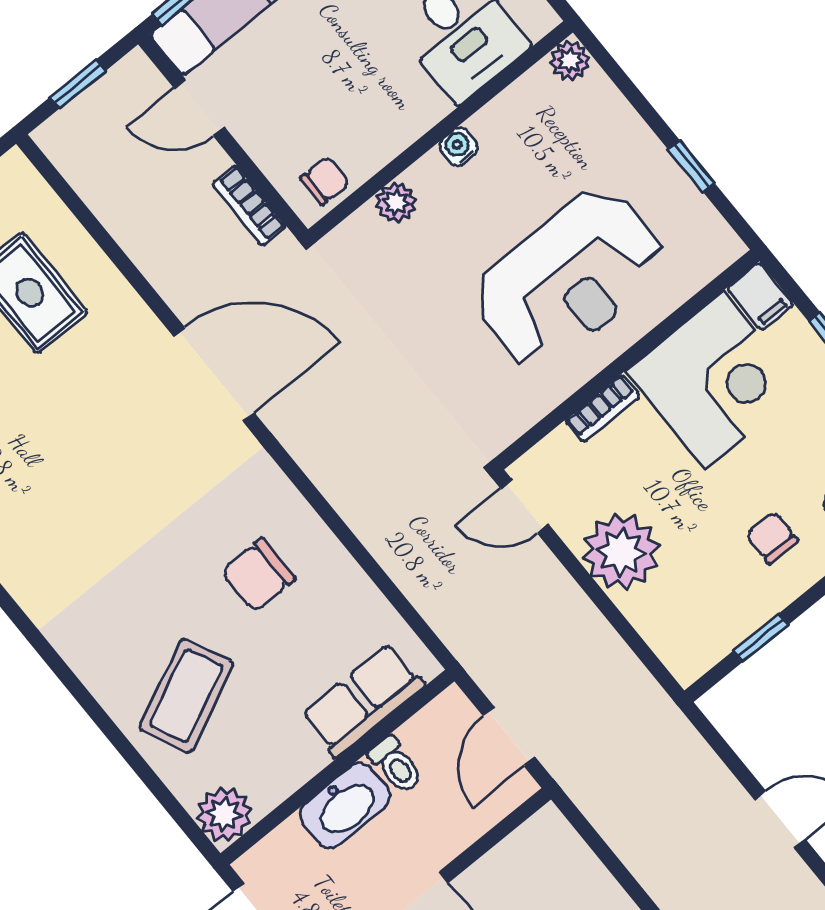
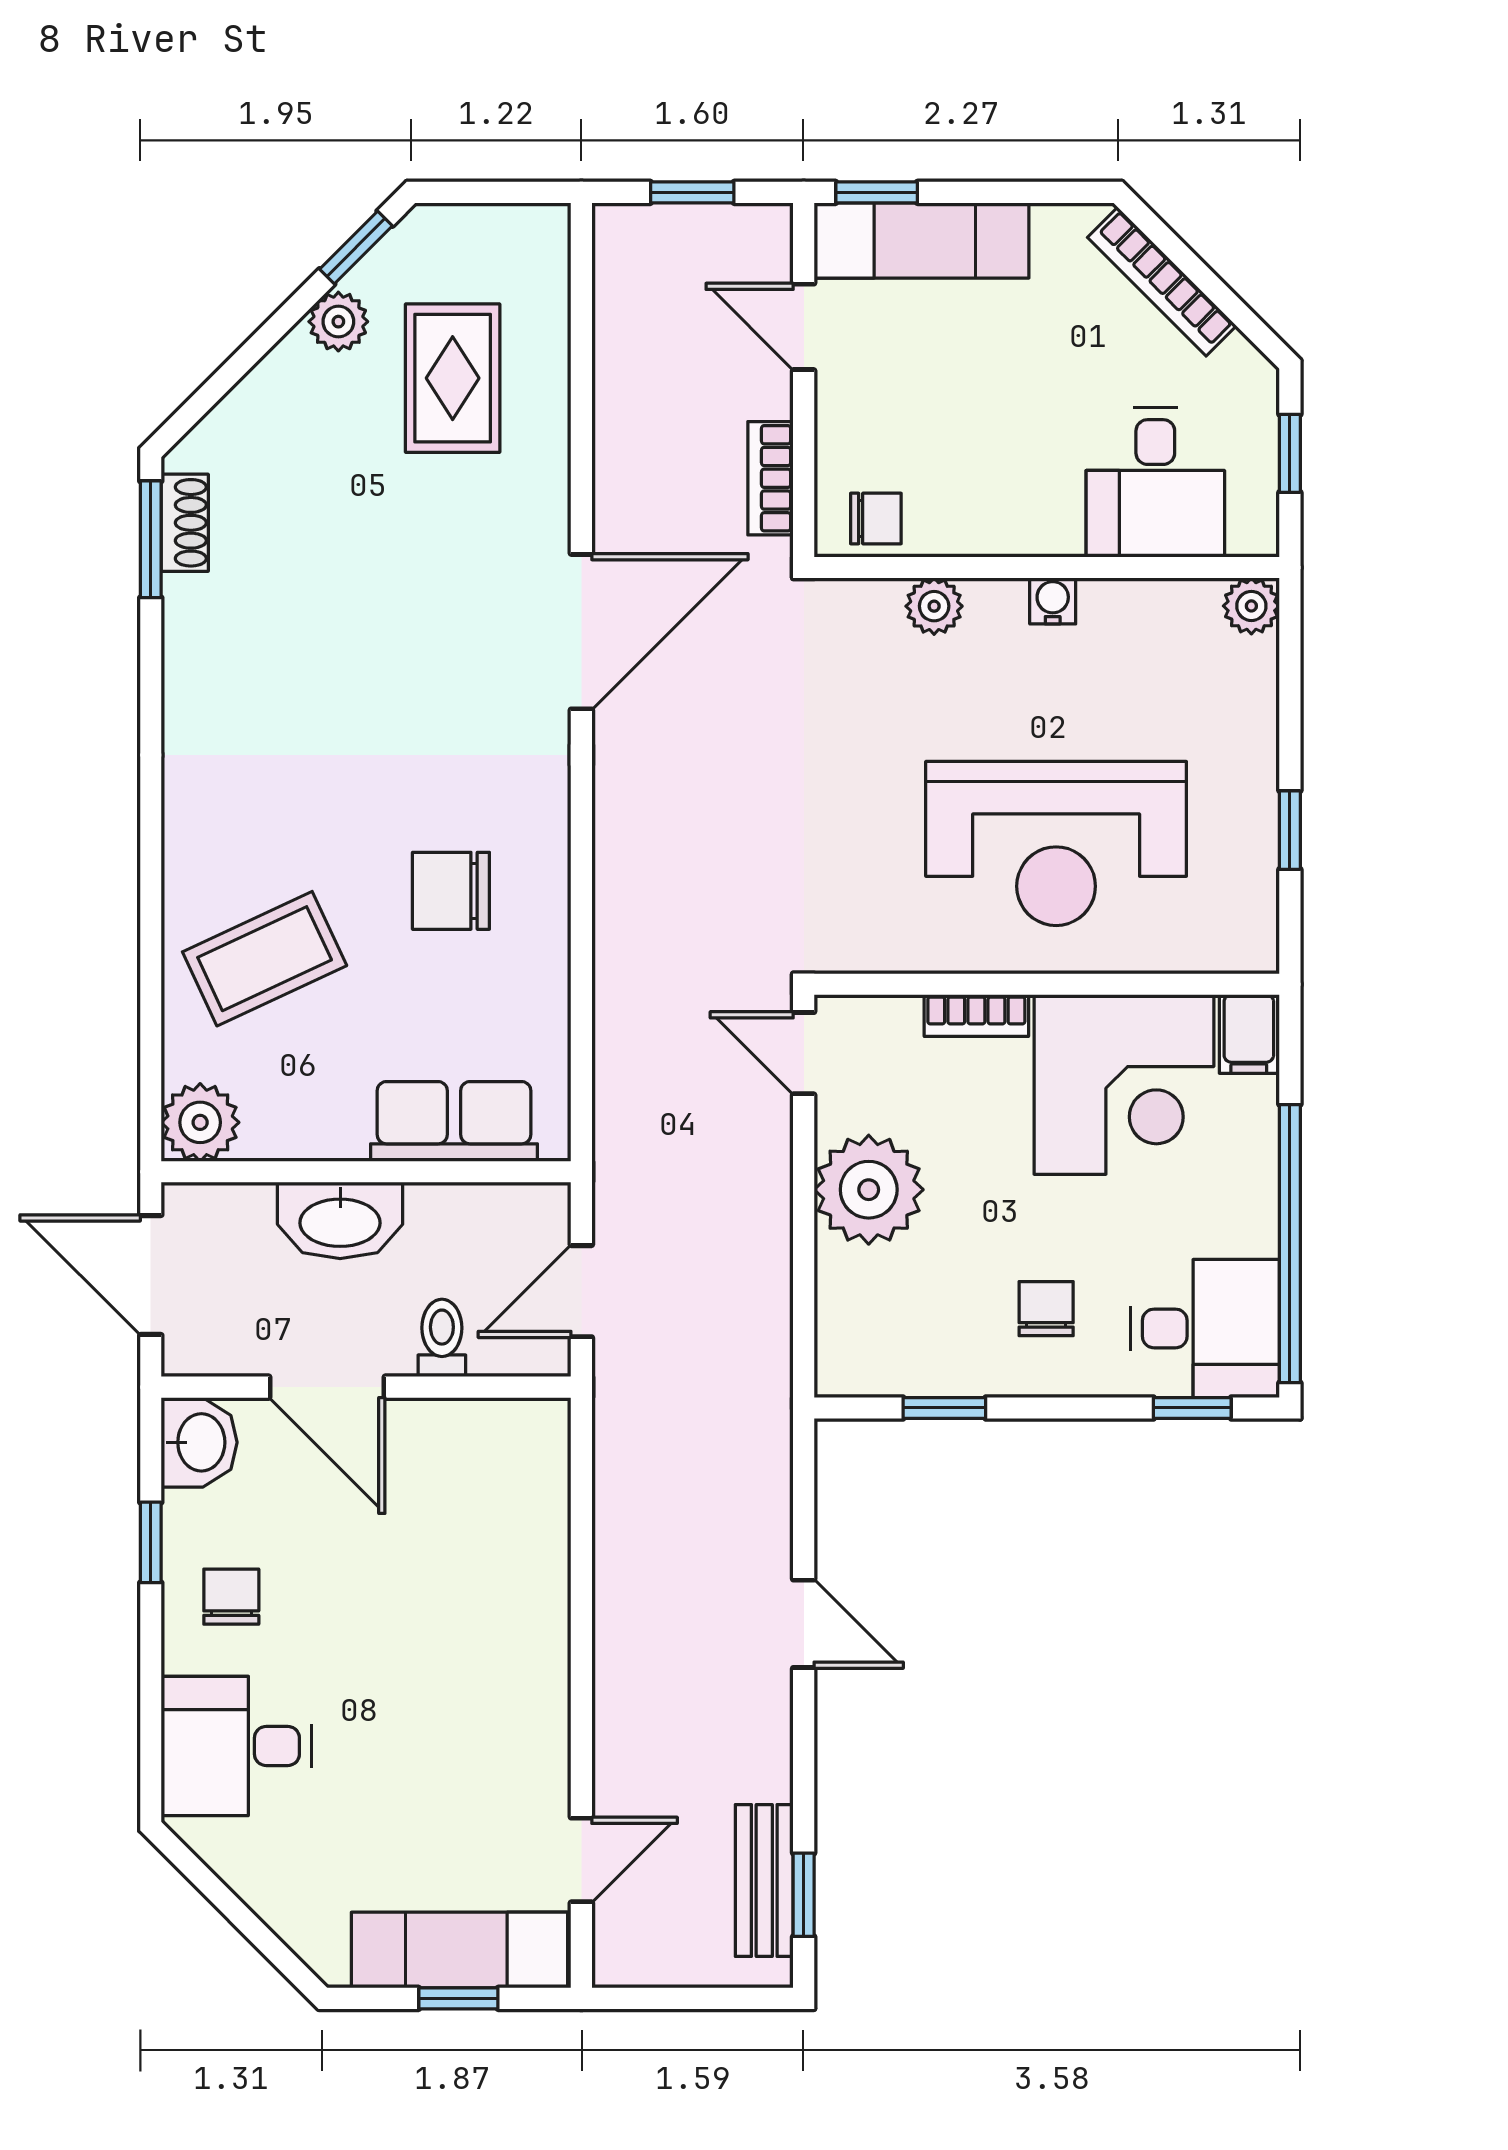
door: (214, 374) -> (581, 632), hinge flipped
toilet: (396, 765) -> (442, 1338), moved, turned 180

